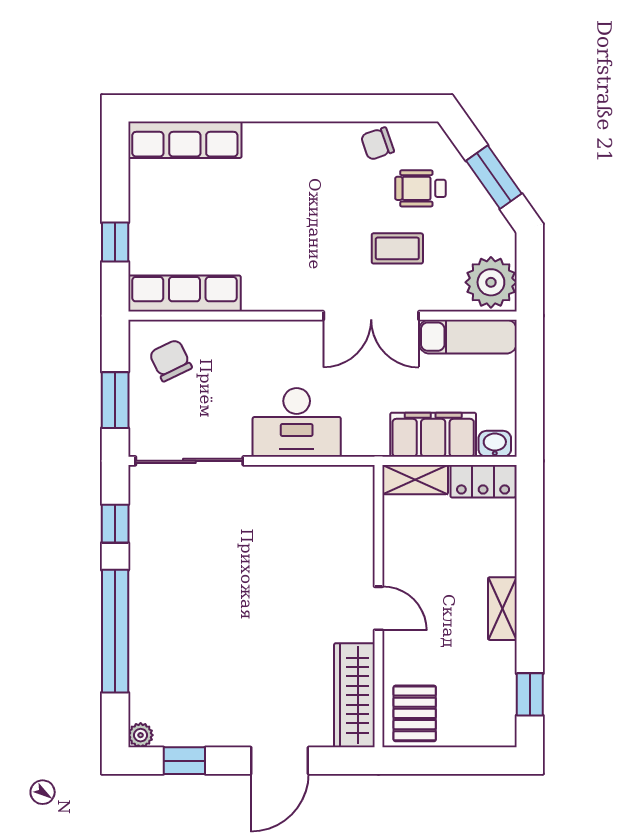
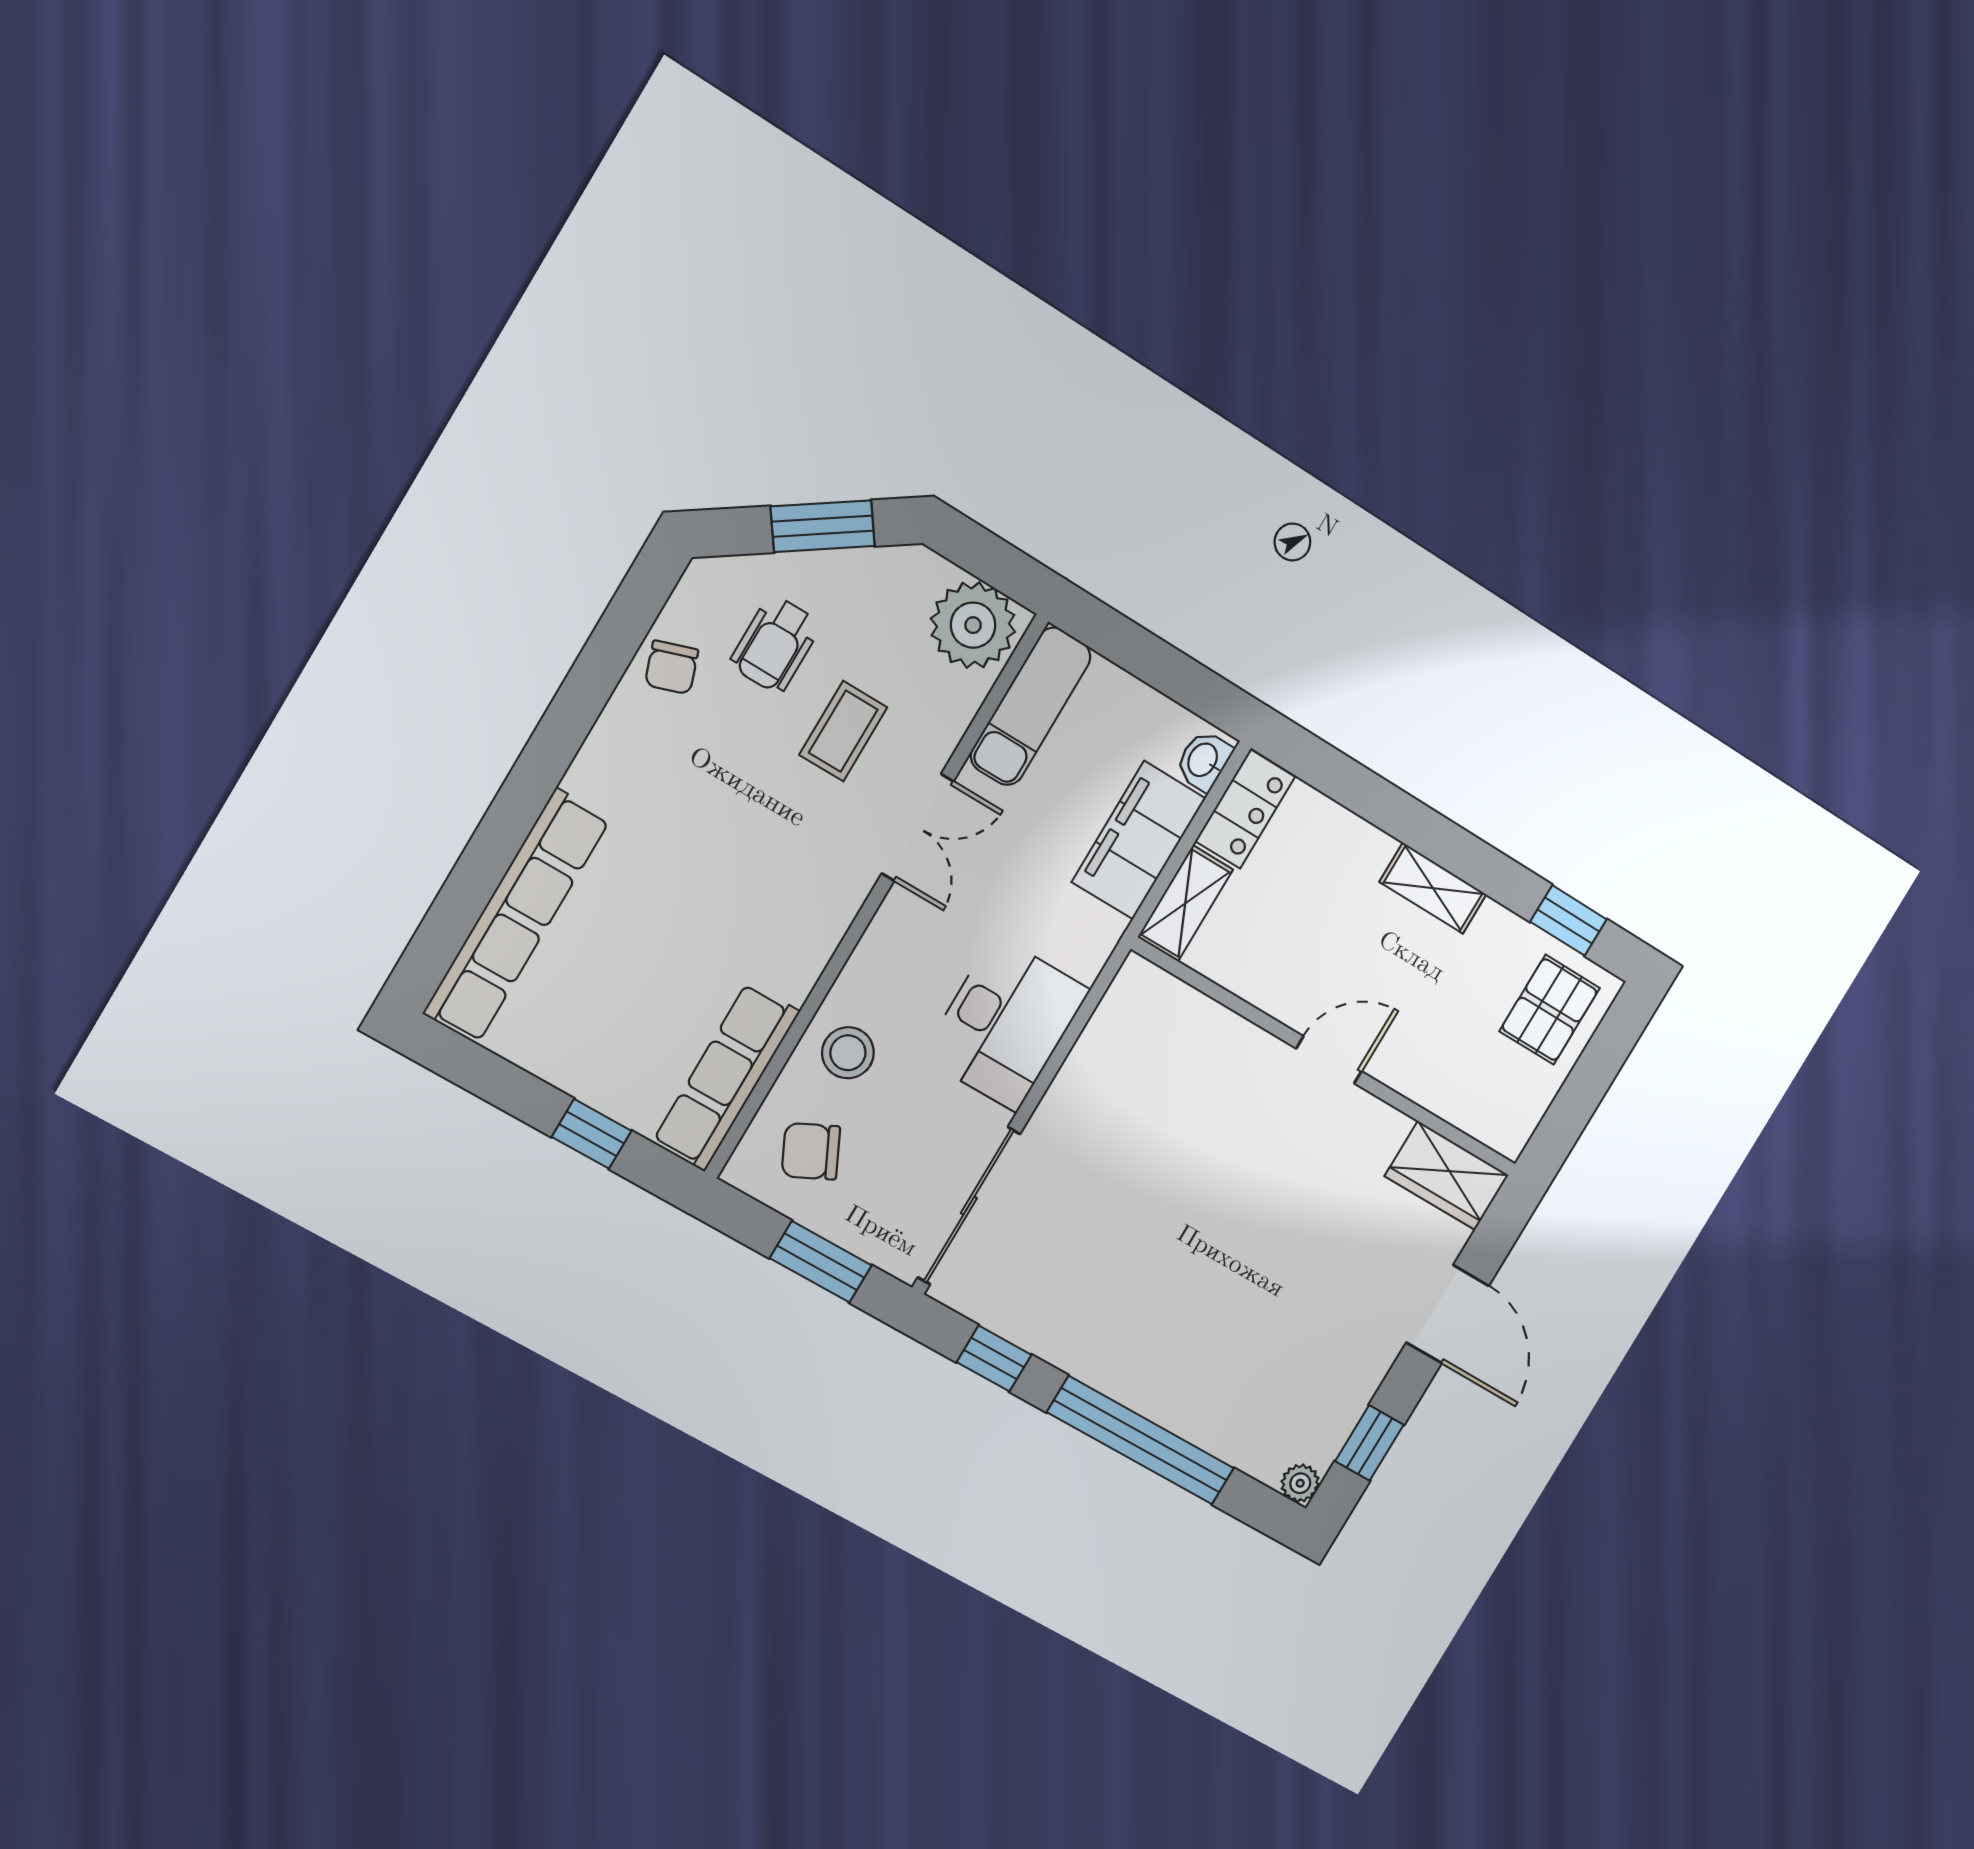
row of seats: (185, 140) -> (517, 916), width x1.36
double door: (371, 316) -> (918, 827), width x0.73
stool: (233, 349) -> (848, 1053), added
wardrobe: (354, 695) -> (1447, 1176), width x0.67
pallet: (415, 713) -> (1550, 1010), moved, turned 90

